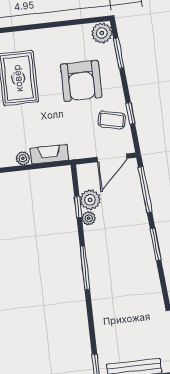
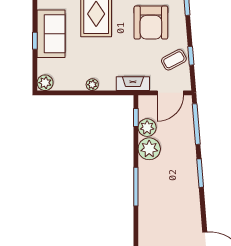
coffee table: (112, 120) -> (174, 60), turned -41
fireplace: (49, 154) -> (133, 84), moved
window: (78, 207) -> (136, 118), moved
plant: (89, 218) -> (149, 149), width x1.87, depth x1.87

